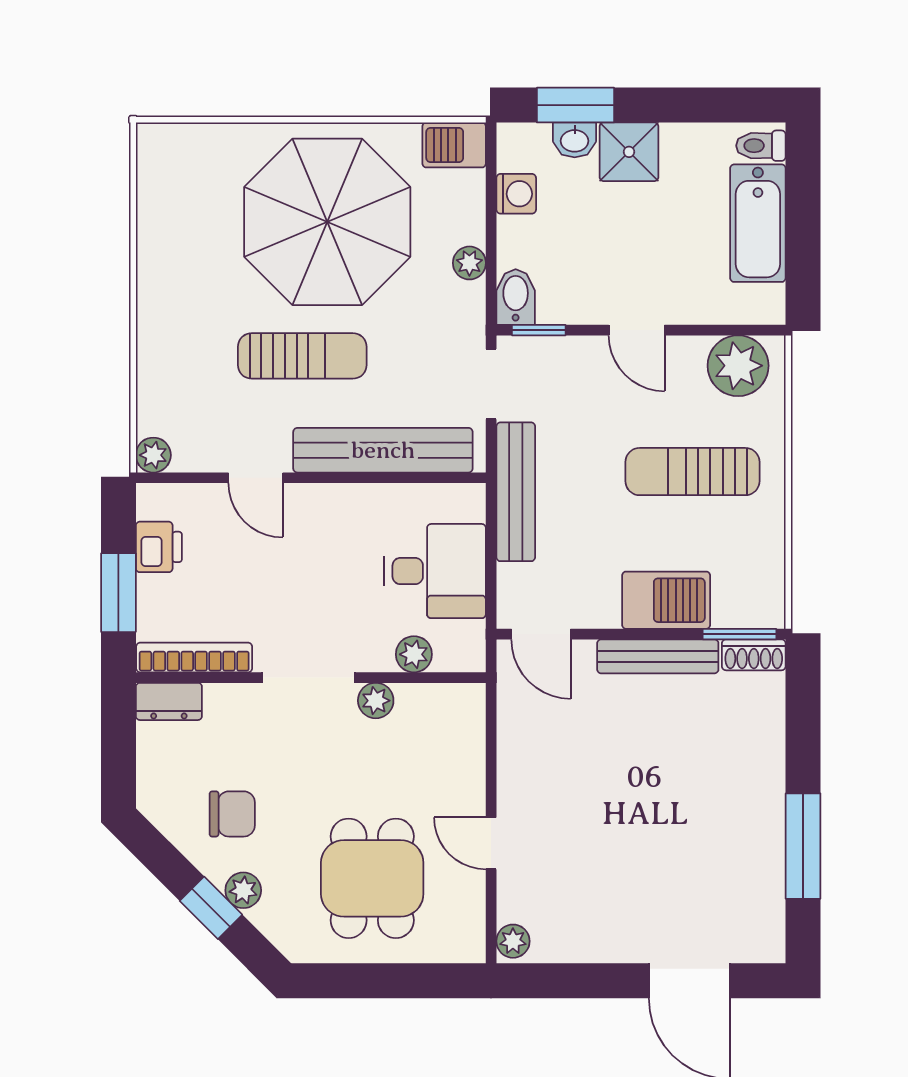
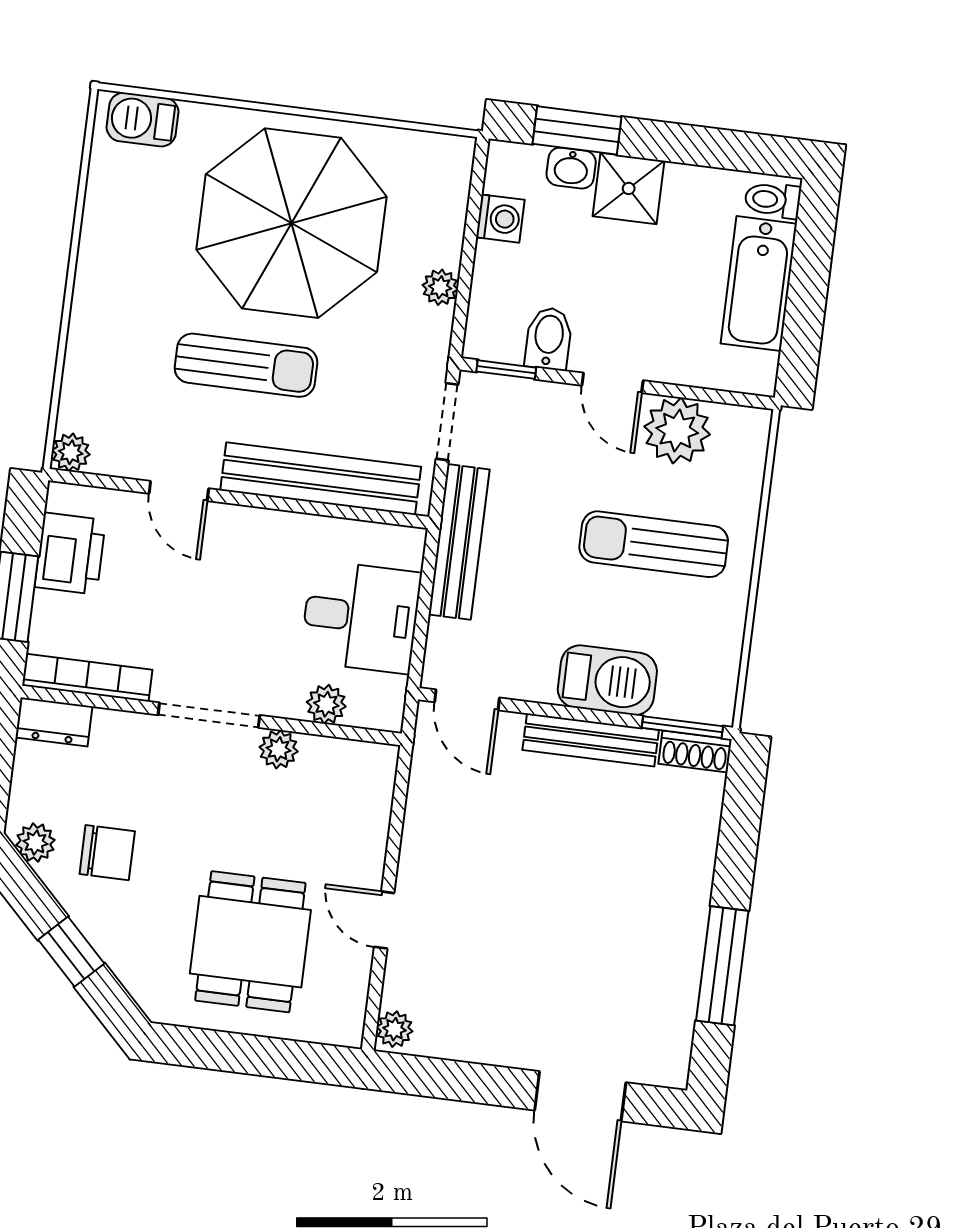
barbecue: (454, 145) -> (143, 120), moved
bidet: (516, 297) -> (549, 338), moved
plant: (738, 366) -> (677, 430), moved
printer: (159, 547) -> (70, 554), width x1.36, depth x1.24
plant: (243, 890) -> (35, 843), moved

